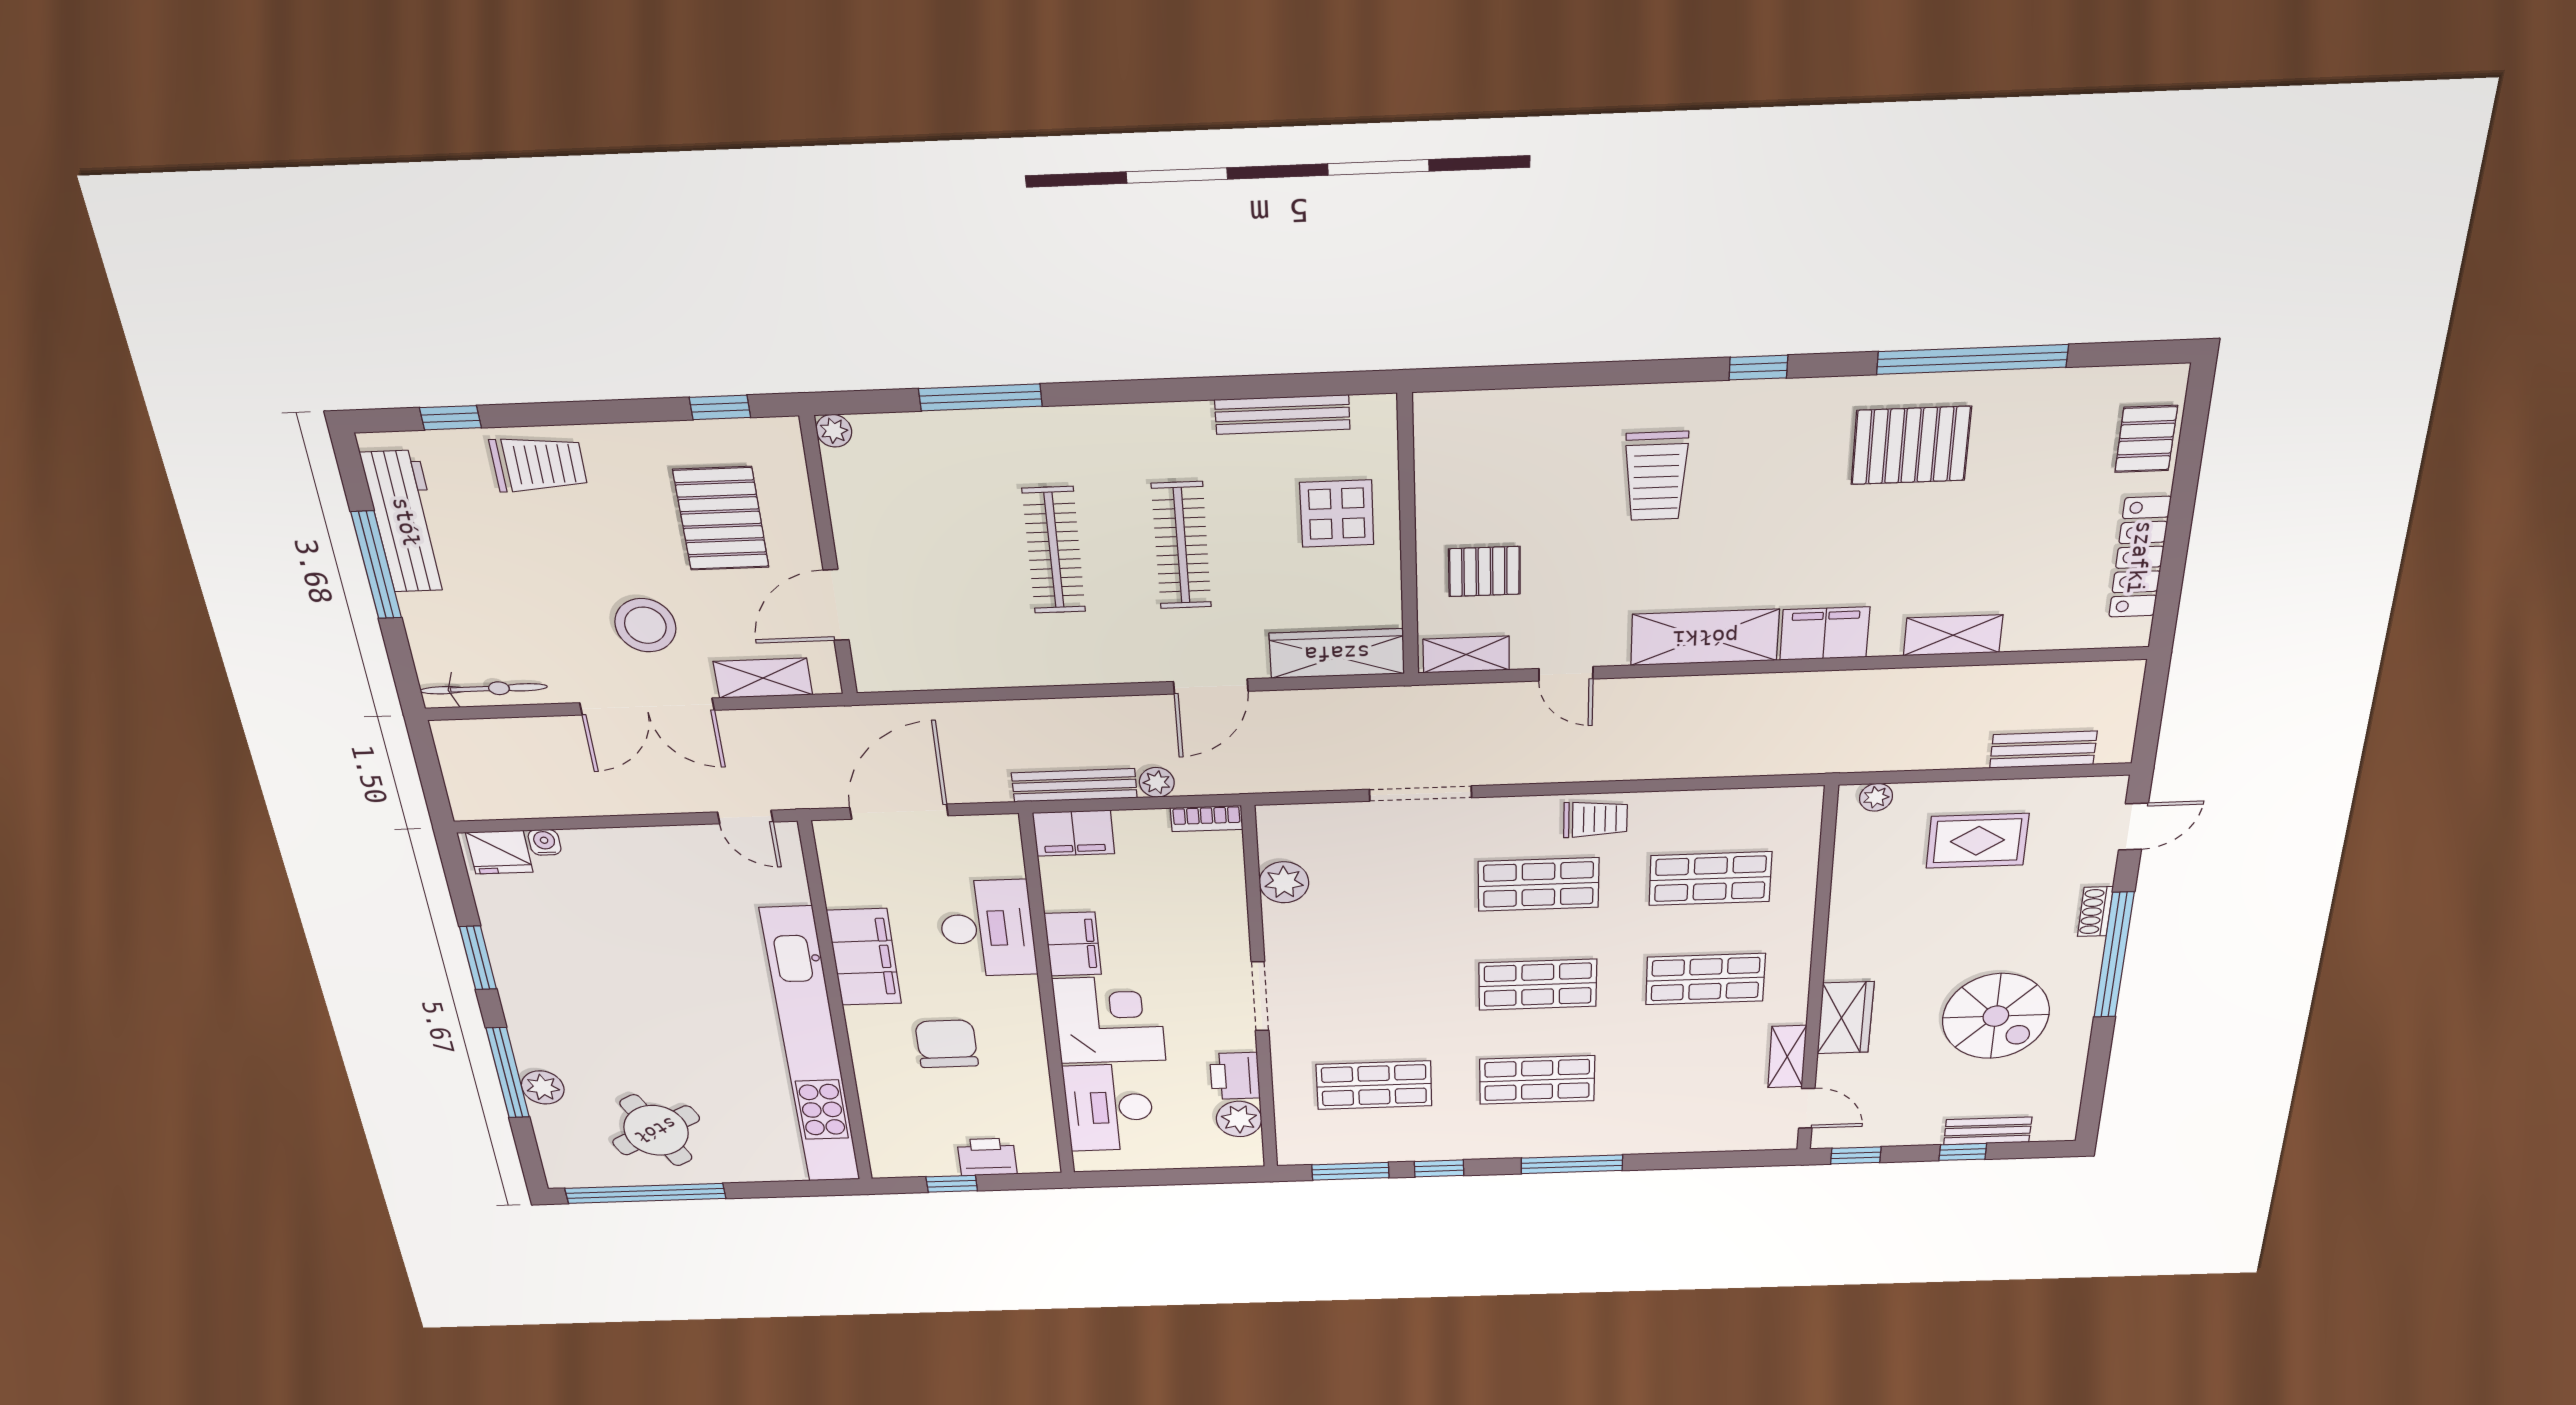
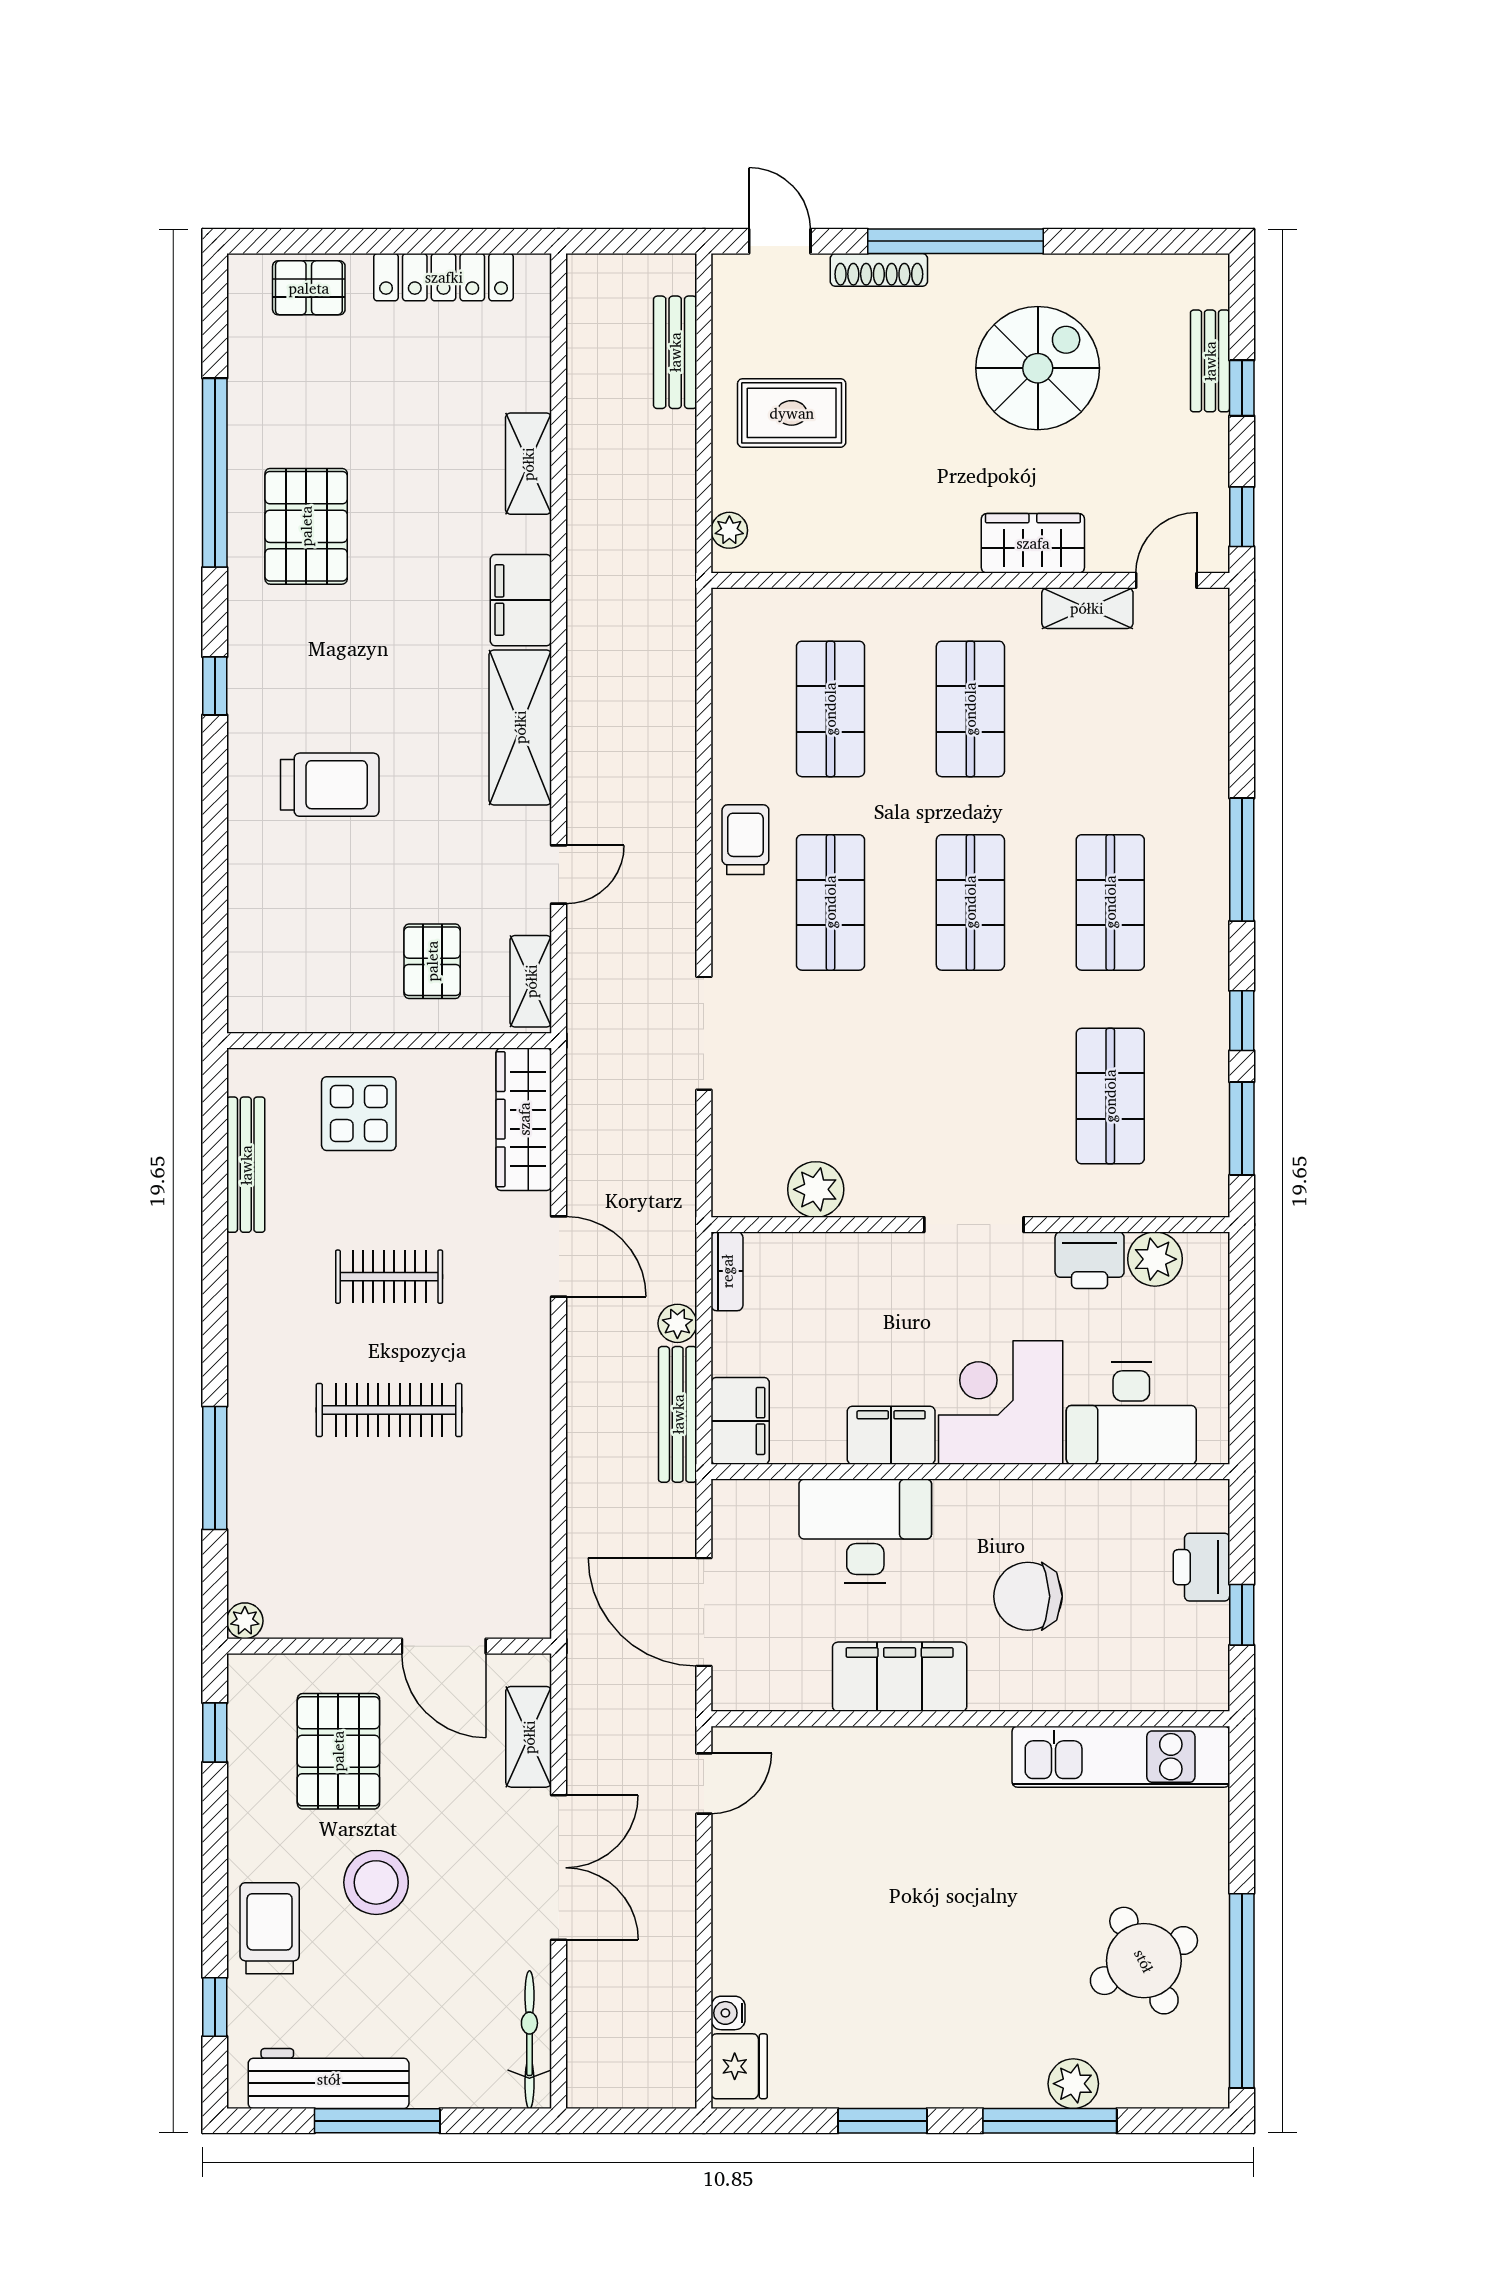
pallet: (721, 519) -> (338, 1751), turned 90
clothes rail: (1181, 546) -> (389, 1277), width x0.73
stool: (645, 625) -> (376, 1882), moved
rug: (1977, 841) -> (792, 413), turned 90
shoe rack: (2095, 912) -> (879, 270), width x1.43
kitchen unit: (811, 1048) -> (1121, 1757), width x0.54

